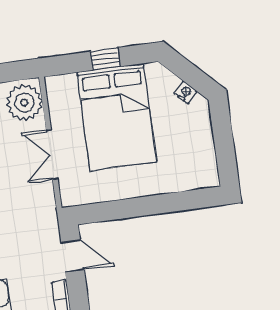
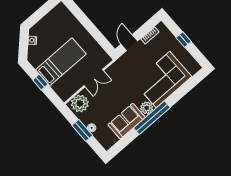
bed: (117, 117) -> (61, 62), width x0.67

